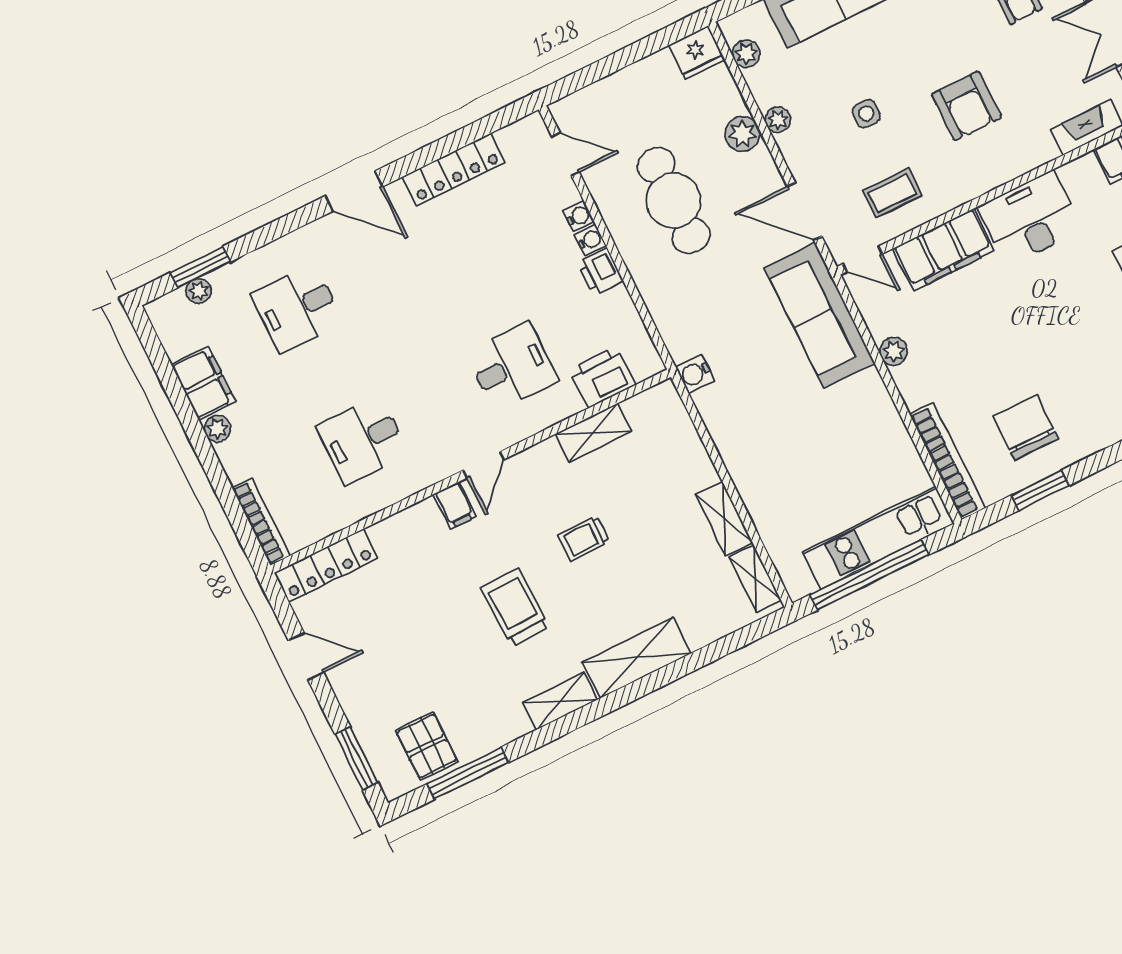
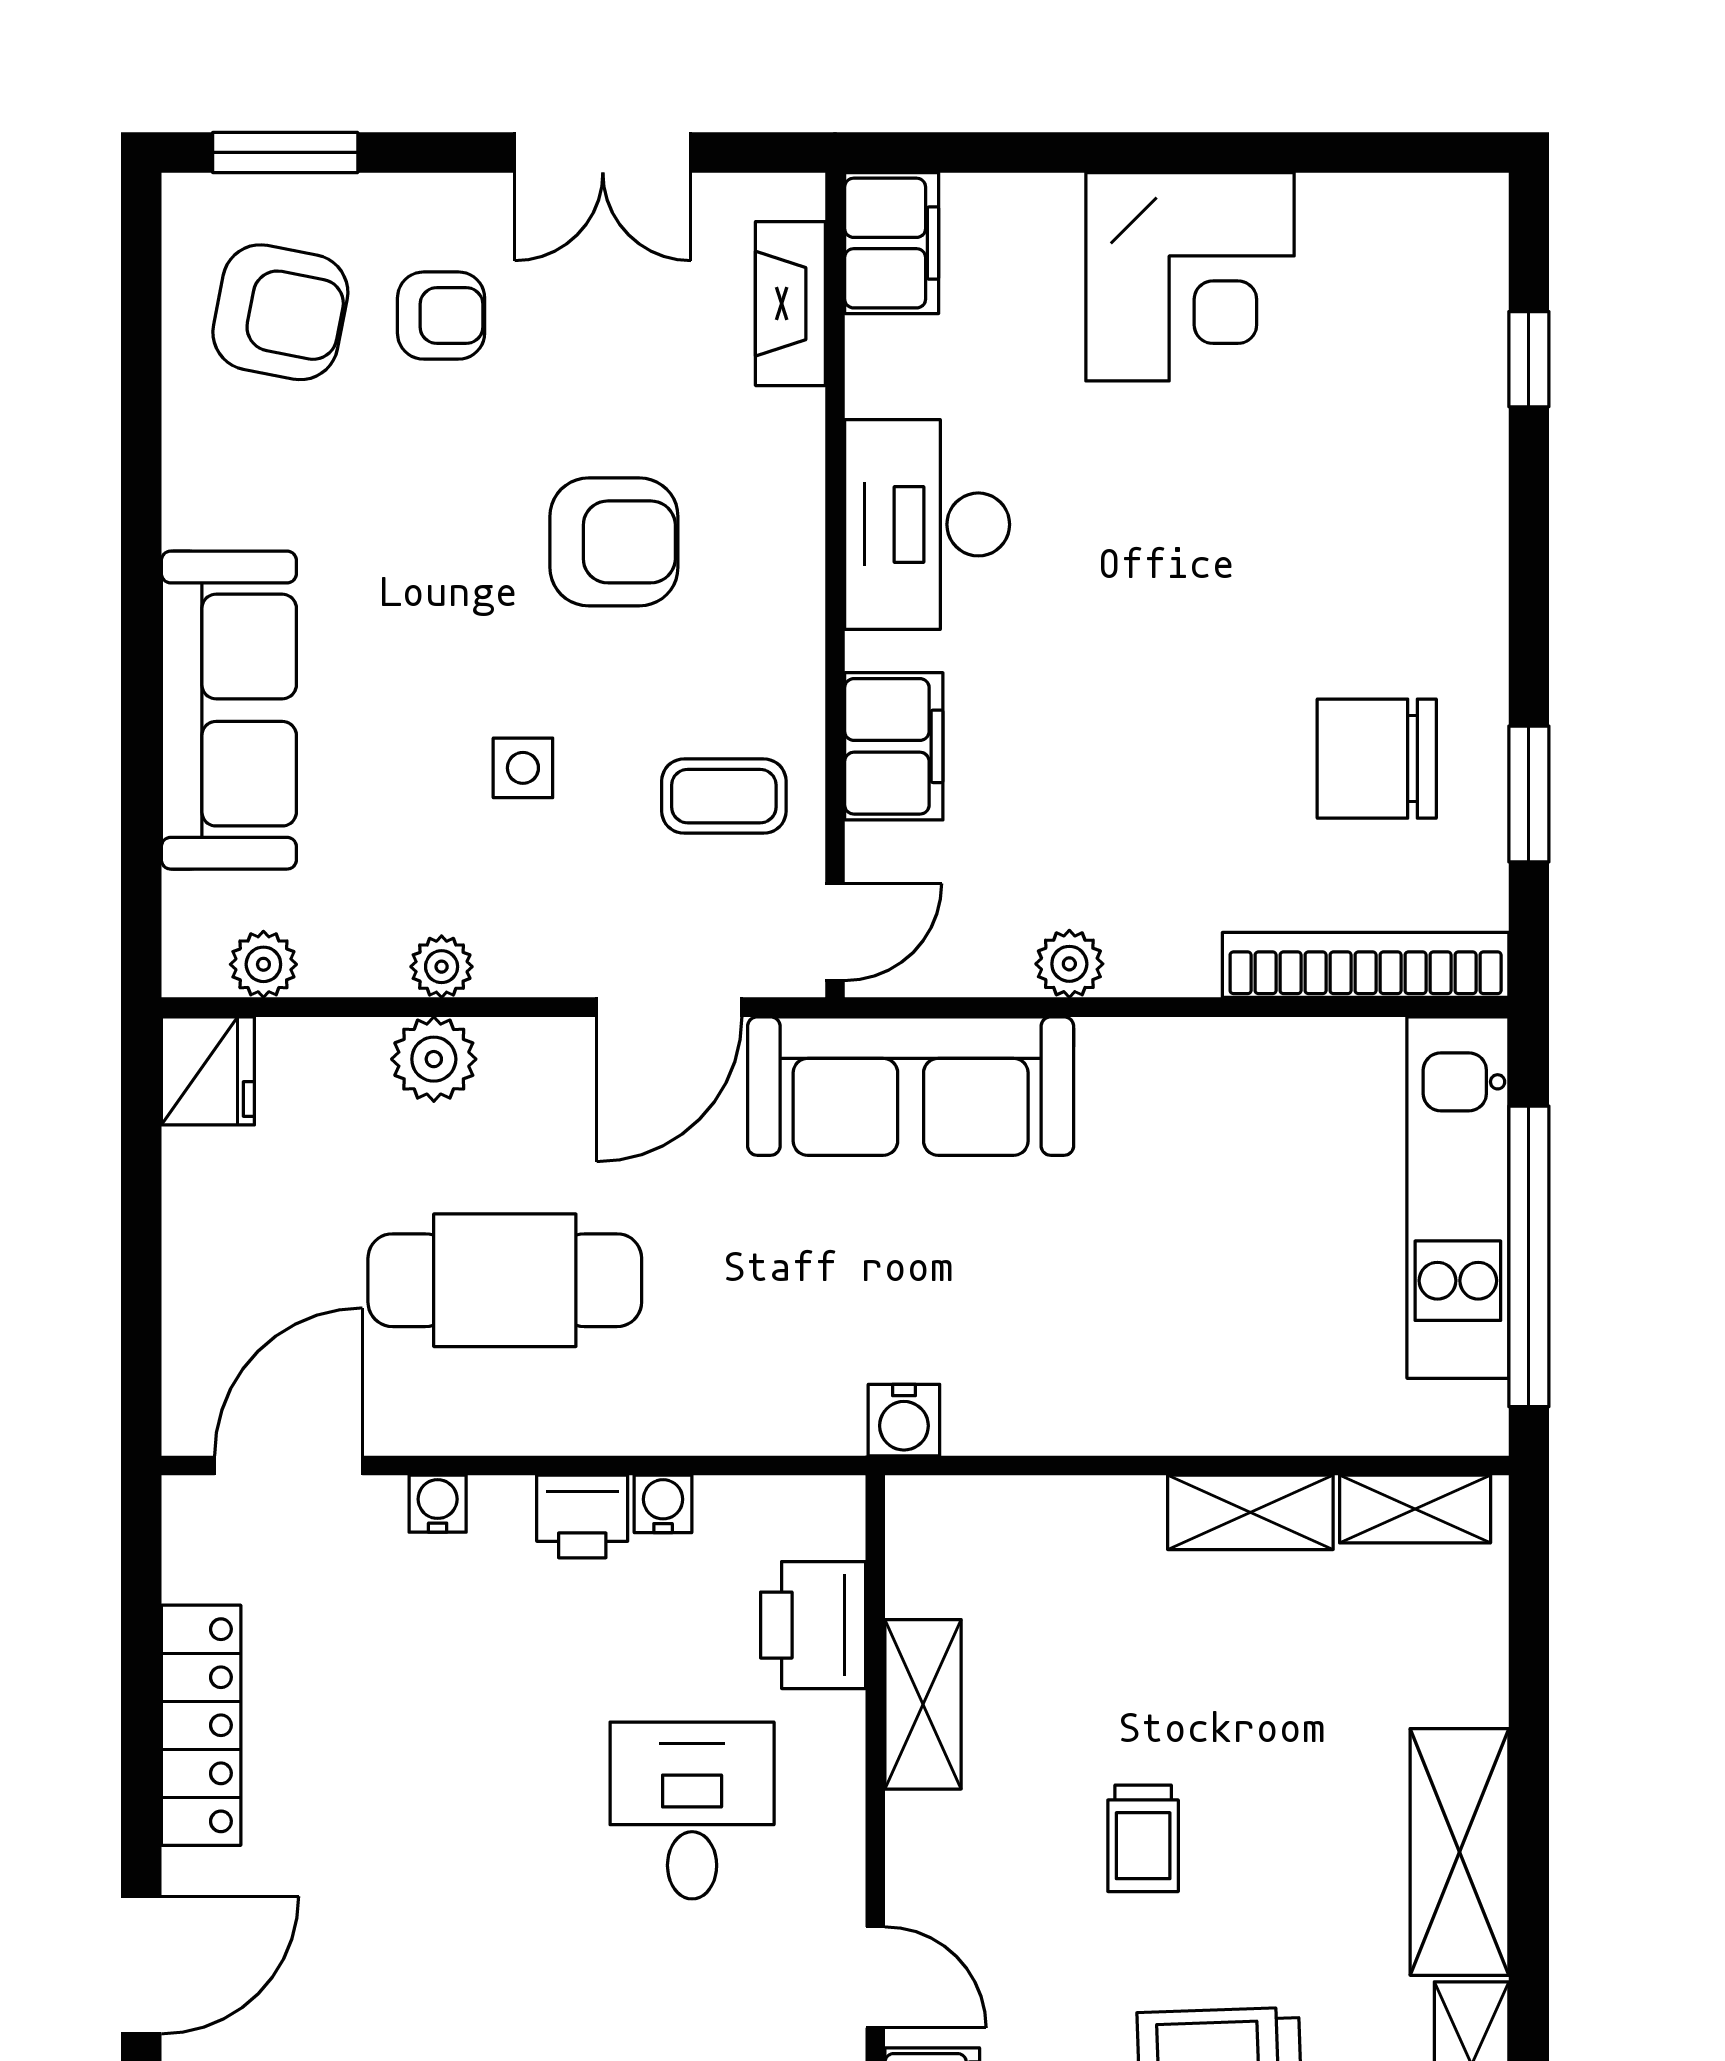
door: (566, 154) -> (289, 1465), width x1.38
coffee table: (893, 193) -> (724, 796), turned 90
water cooler: (590, 240) -> (663, 1504), moved
filing cabinet: (943, 250) -> (894, 746), width x0.67, depth x0.86

